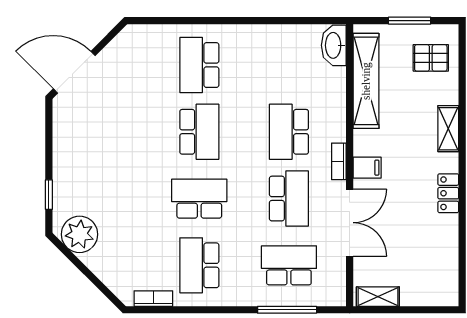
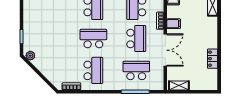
locker: (448, 193) -> (212, 59), moved
plant: (80, 234) -> (30, 56), width x0.53, depth x0.53
school desk: (199, 265) -> (93, 70), turned 180

